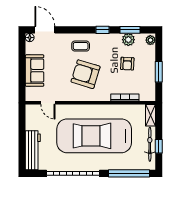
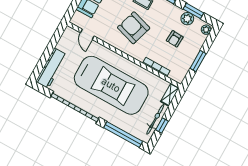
car: (94, 136) -> (111, 85), turned 180

